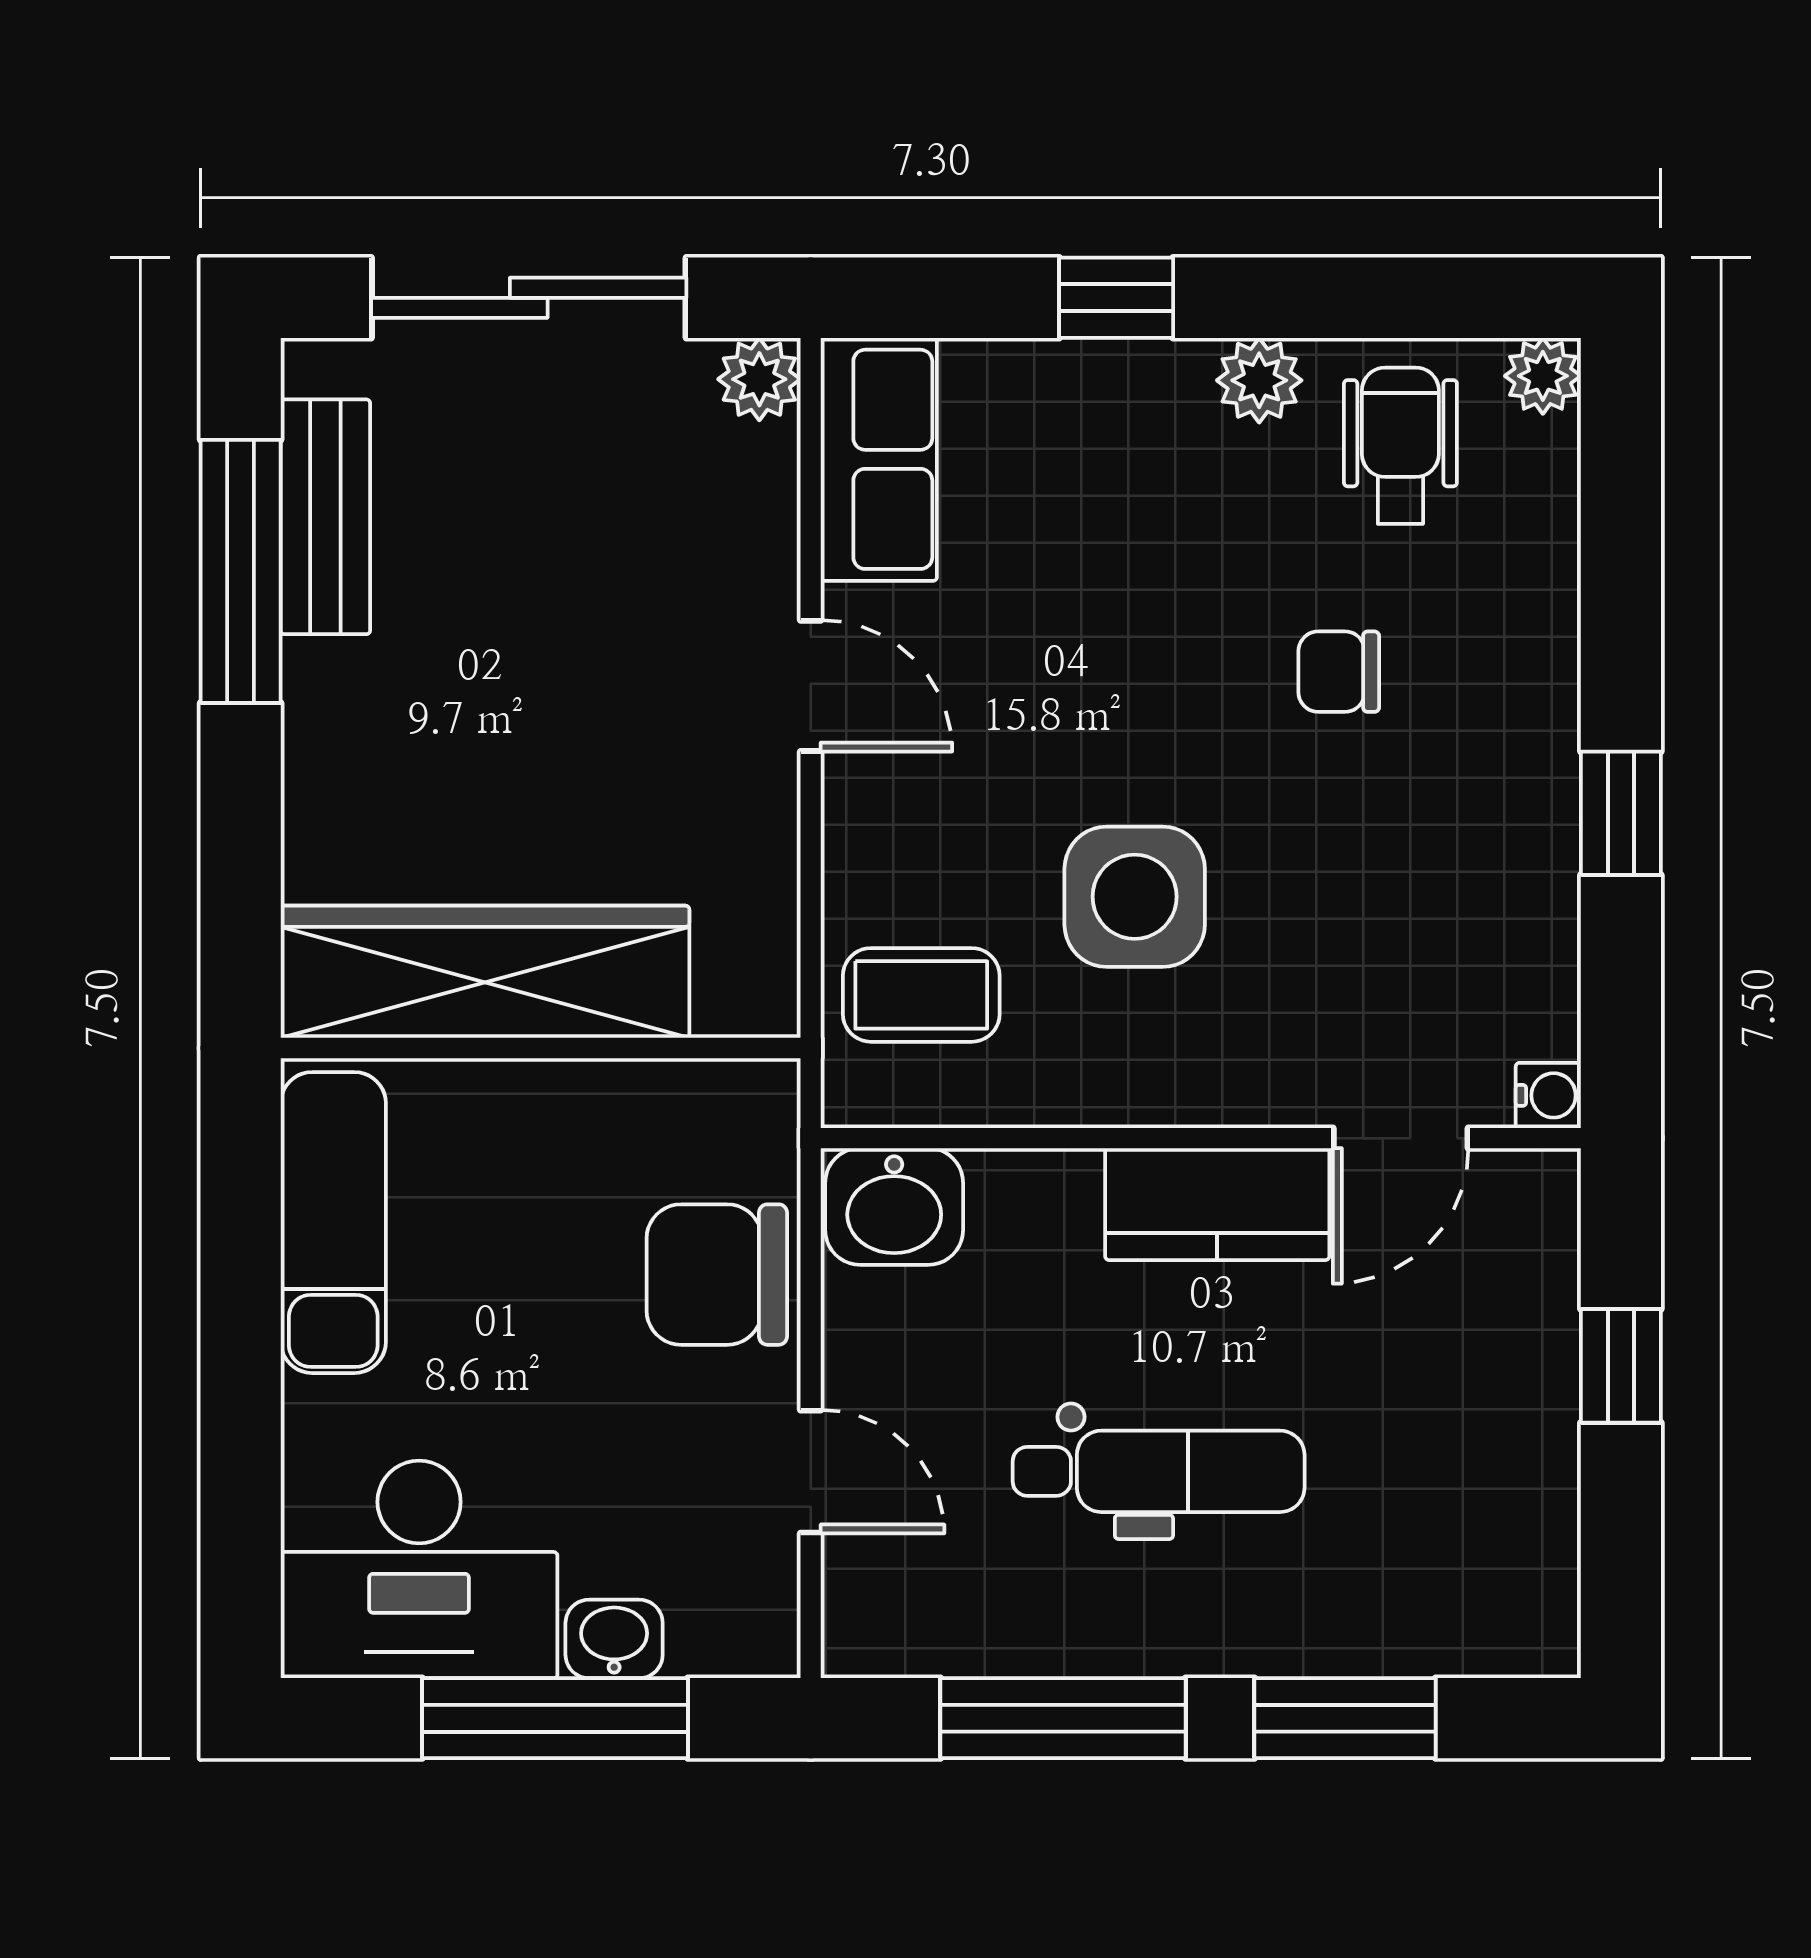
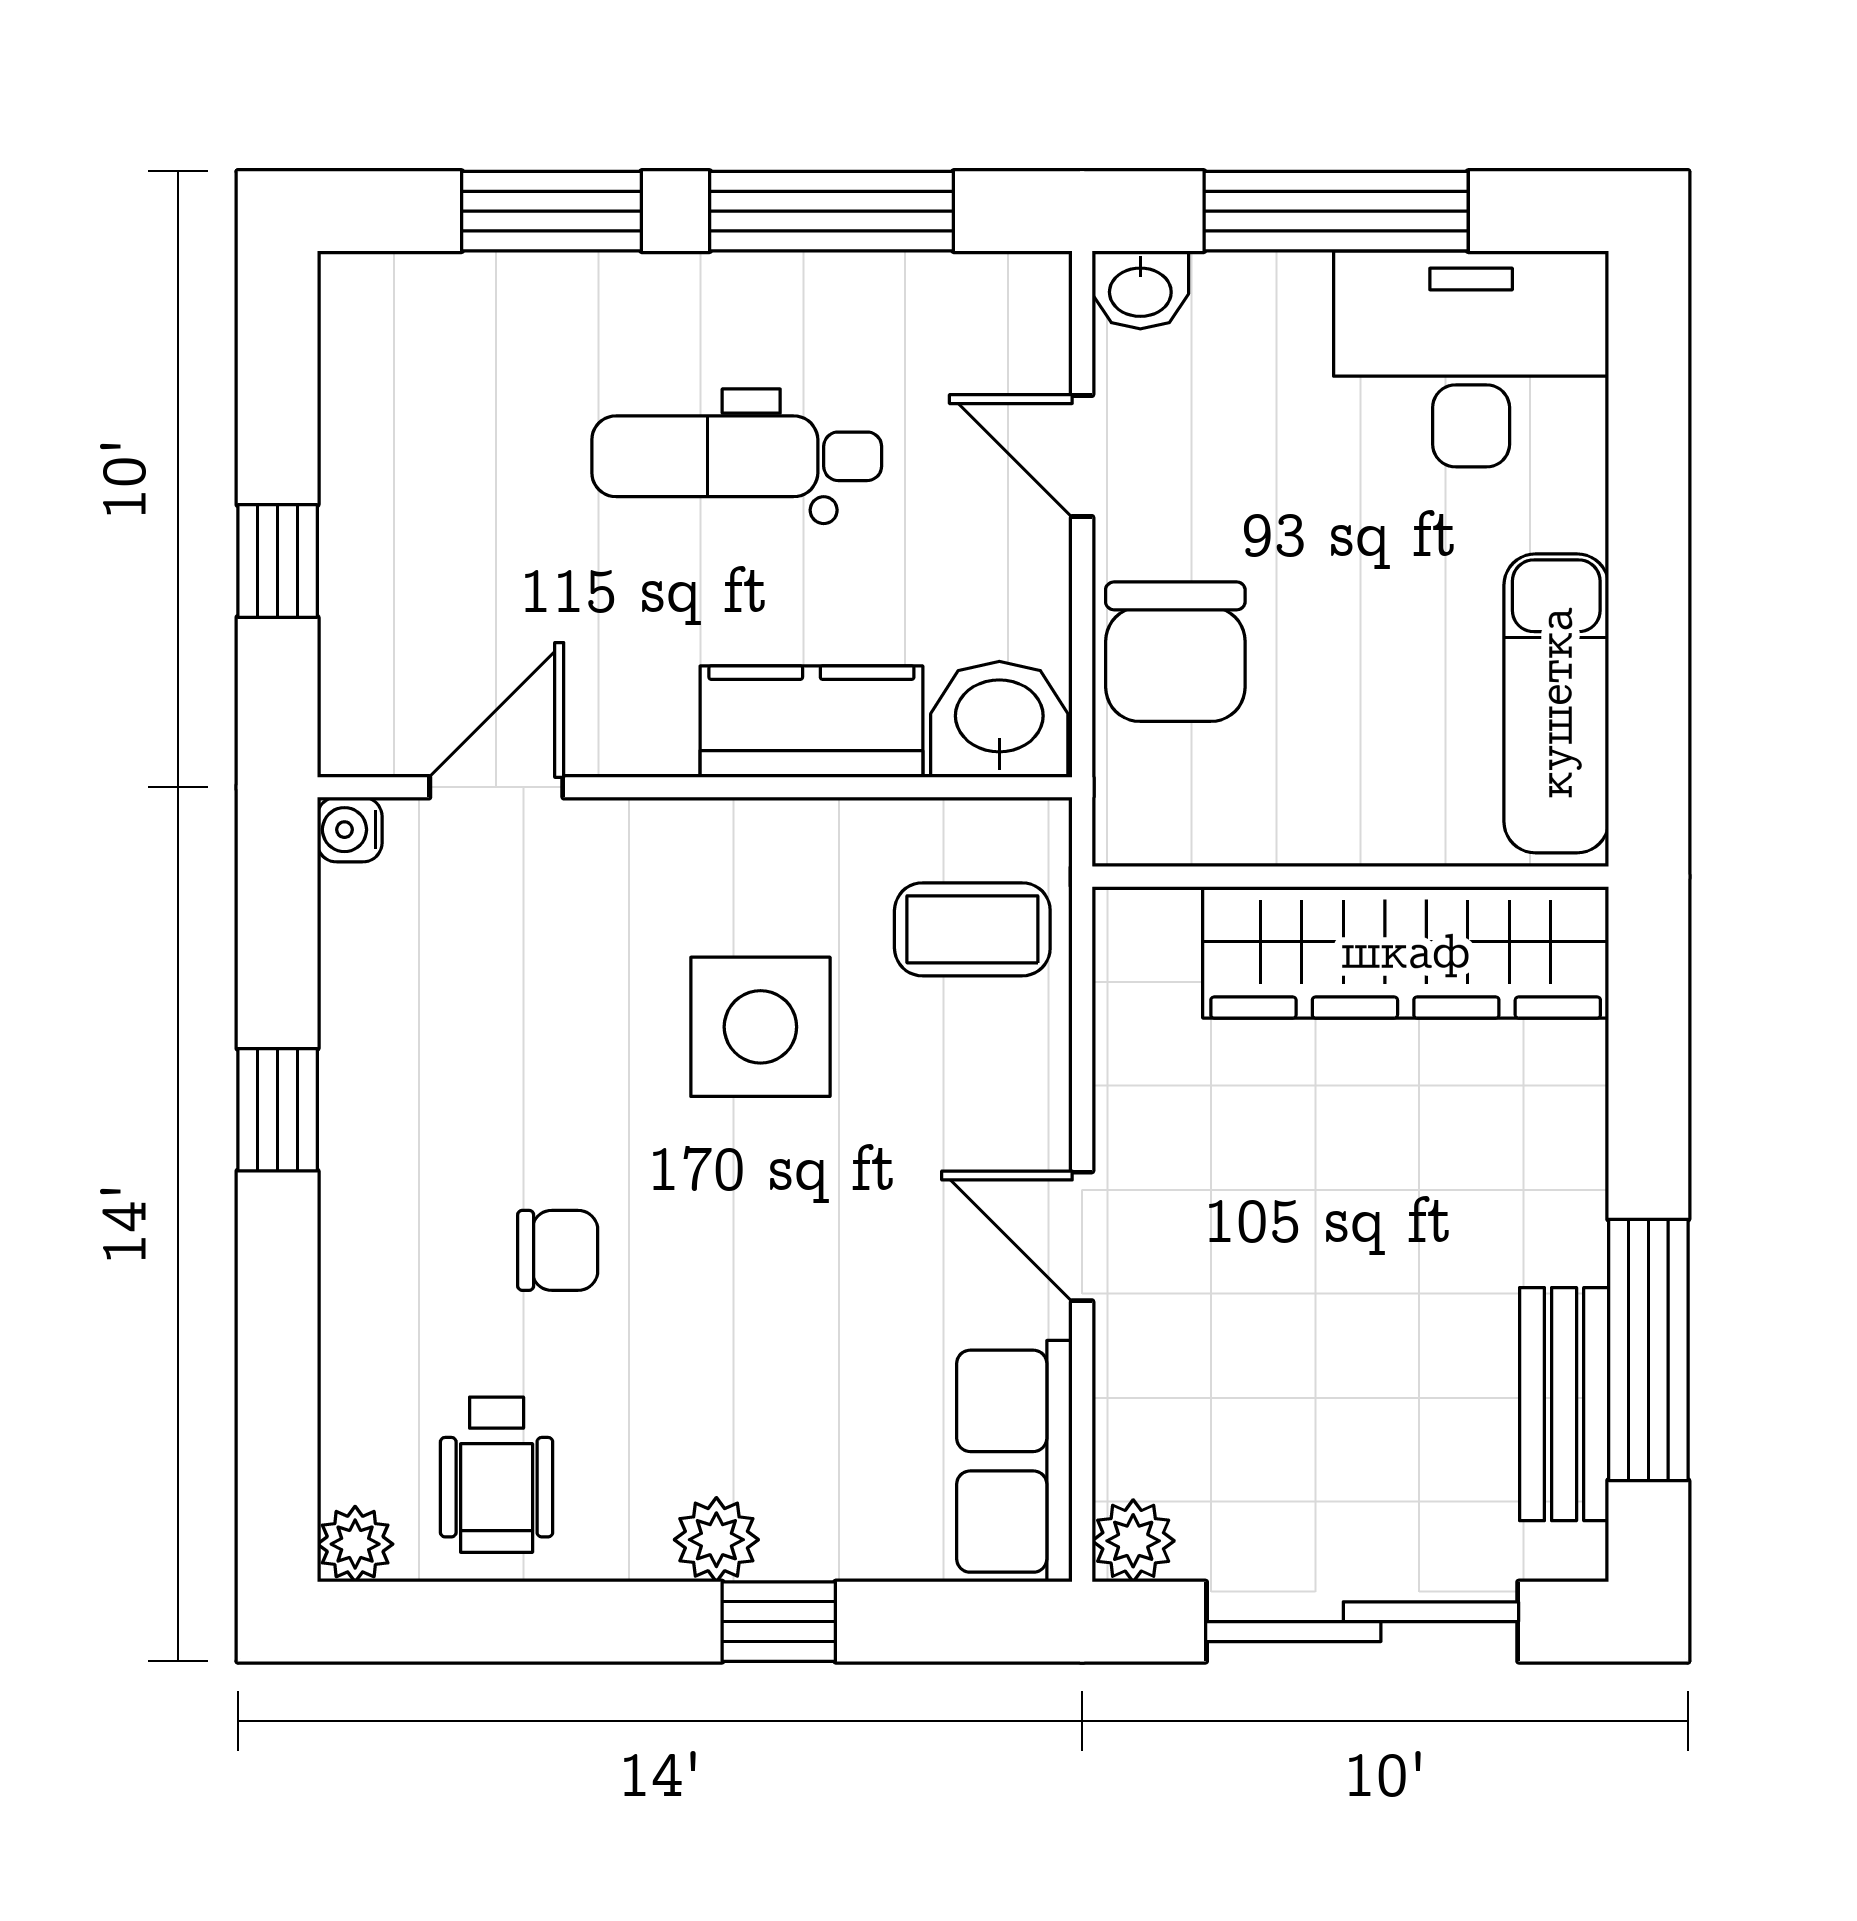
plant: (1259, 380) -> (716, 1540), moved
kitchen counter: (1217, 1204) -> (811, 722), moved
chair: (717, 1275) -> (1175, 652), turned 90
washbasin: (614, 1639) -> (1140, 290), moved

